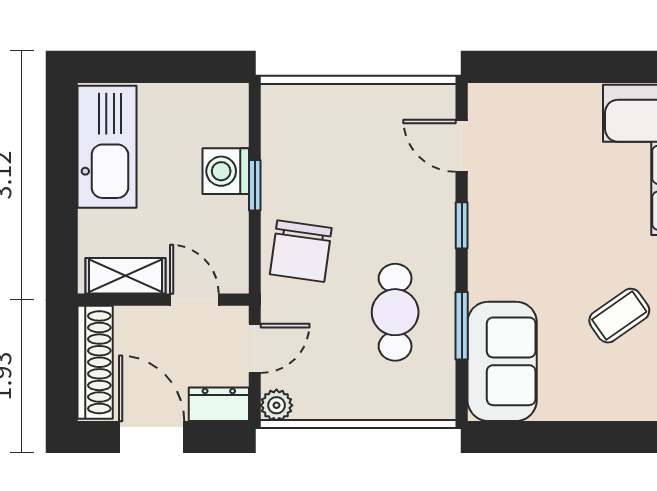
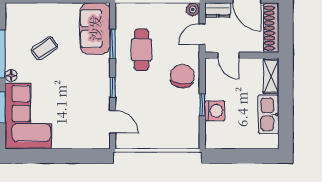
kitchen sink: (107, 147) -> (269, 114), width x0.73, depth x0.81
shelving: (126, 276) -> (271, 76), moved, turned 90

